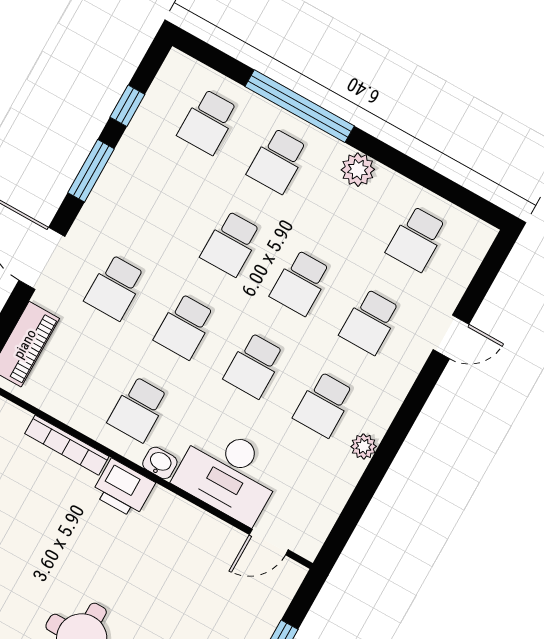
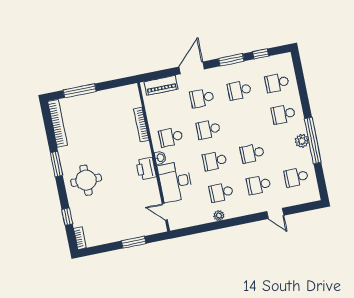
window: (300, 106) -> (313, 140), moved
school desk: (231, 244) -> (239, 90), moved
printer: (123, 488) -> (146, 169), moved

